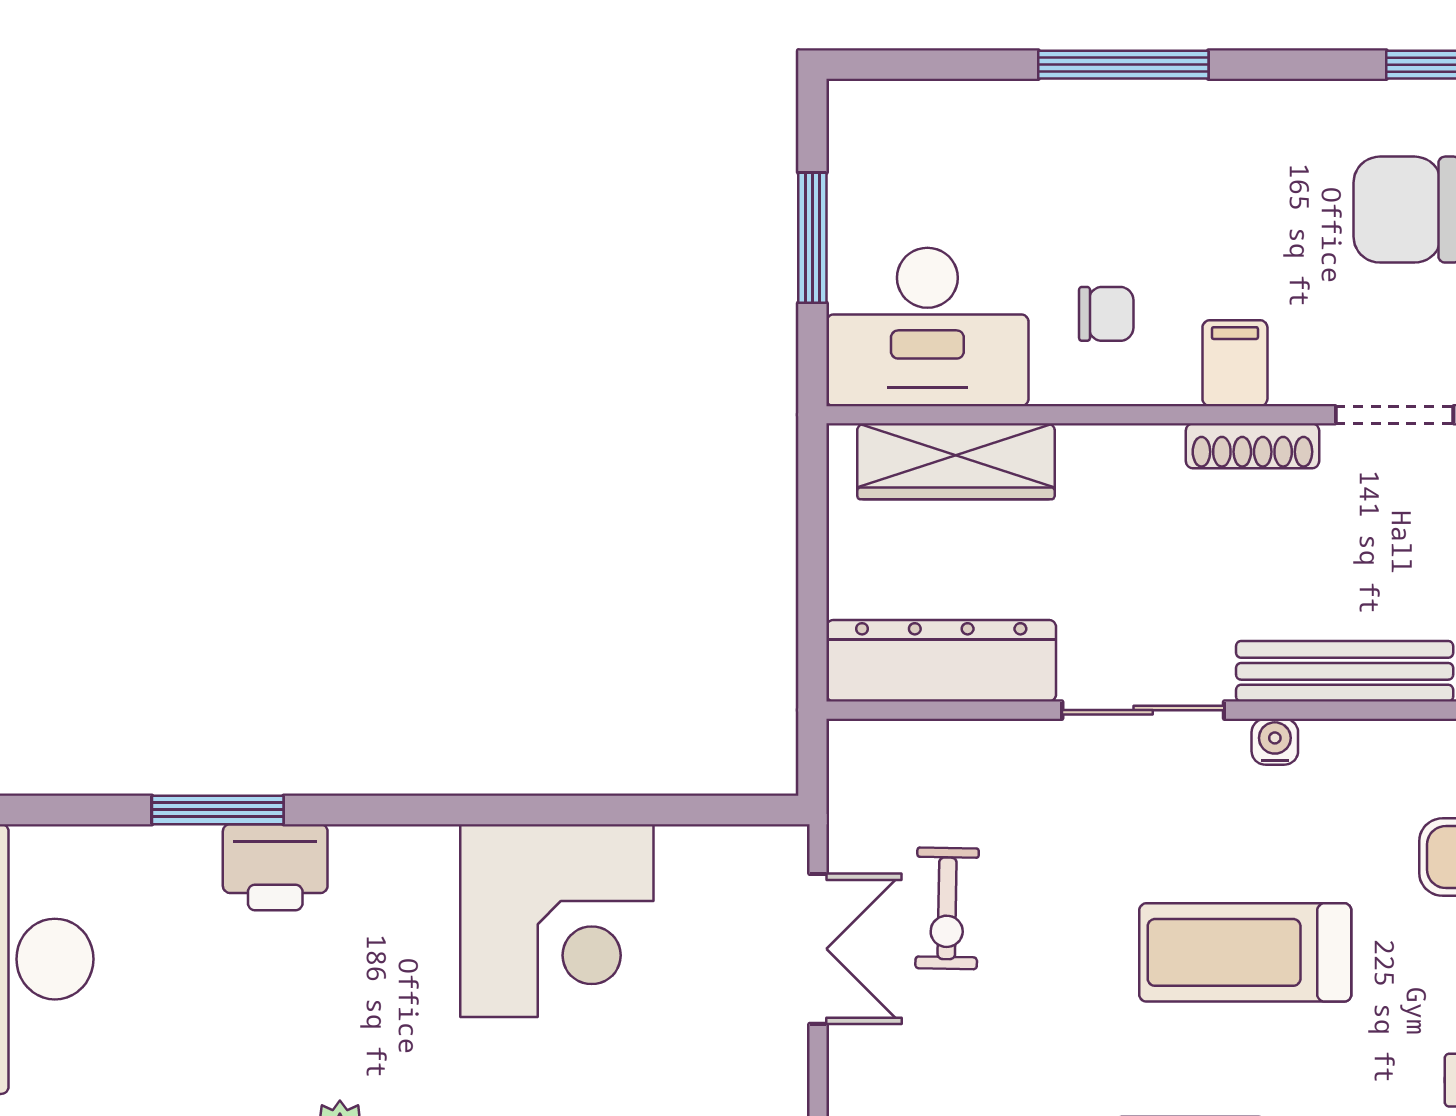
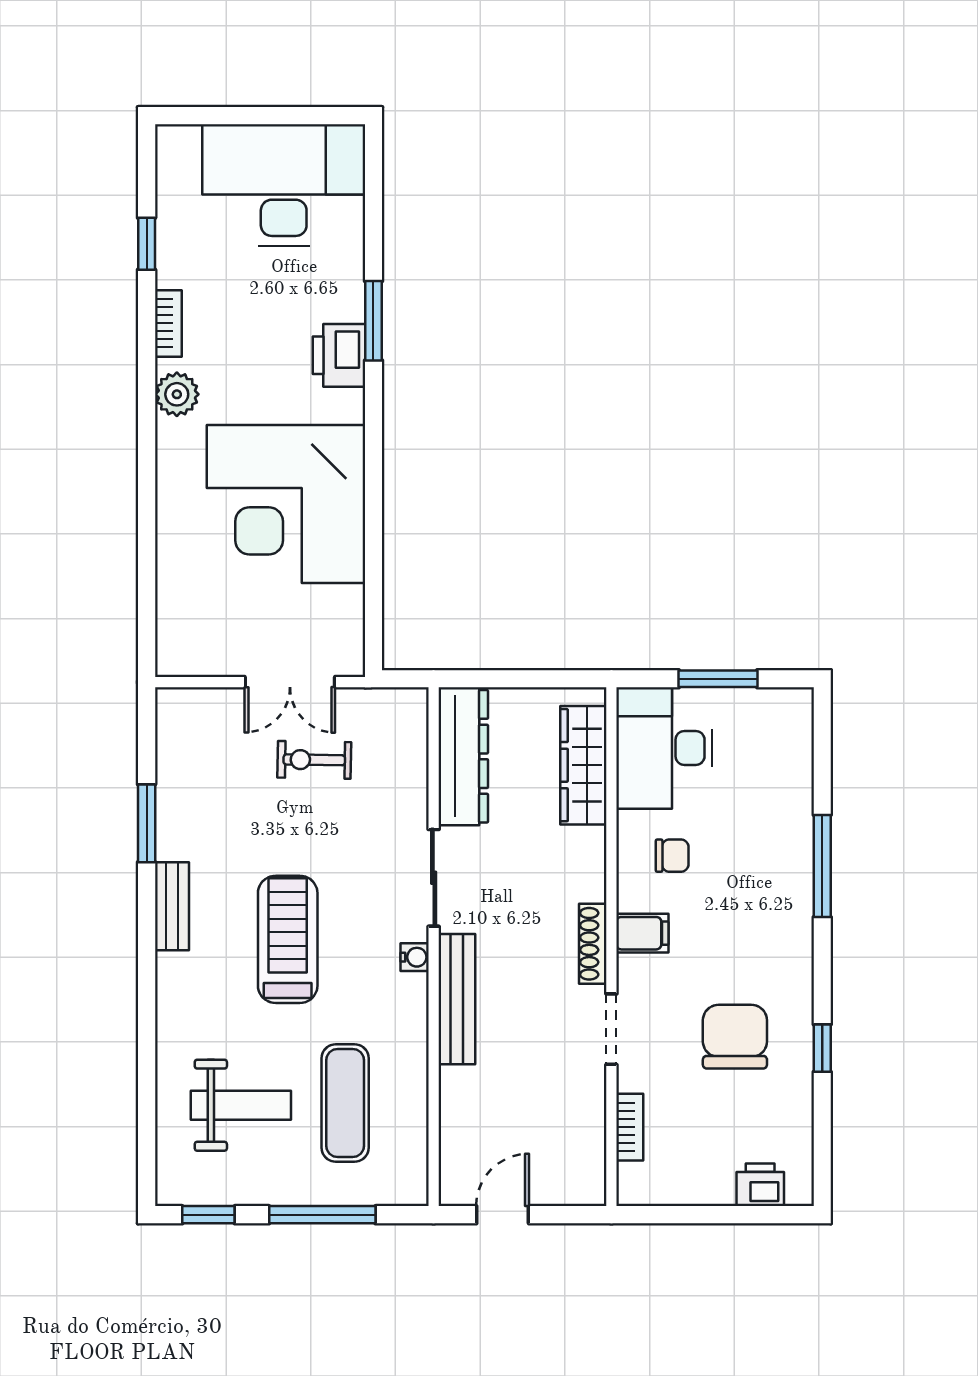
chair: (1106, 314) -> (672, 856), turned -90
corner desk: (557, 921) -> (286, 504), width x1.36, depth x1.36

